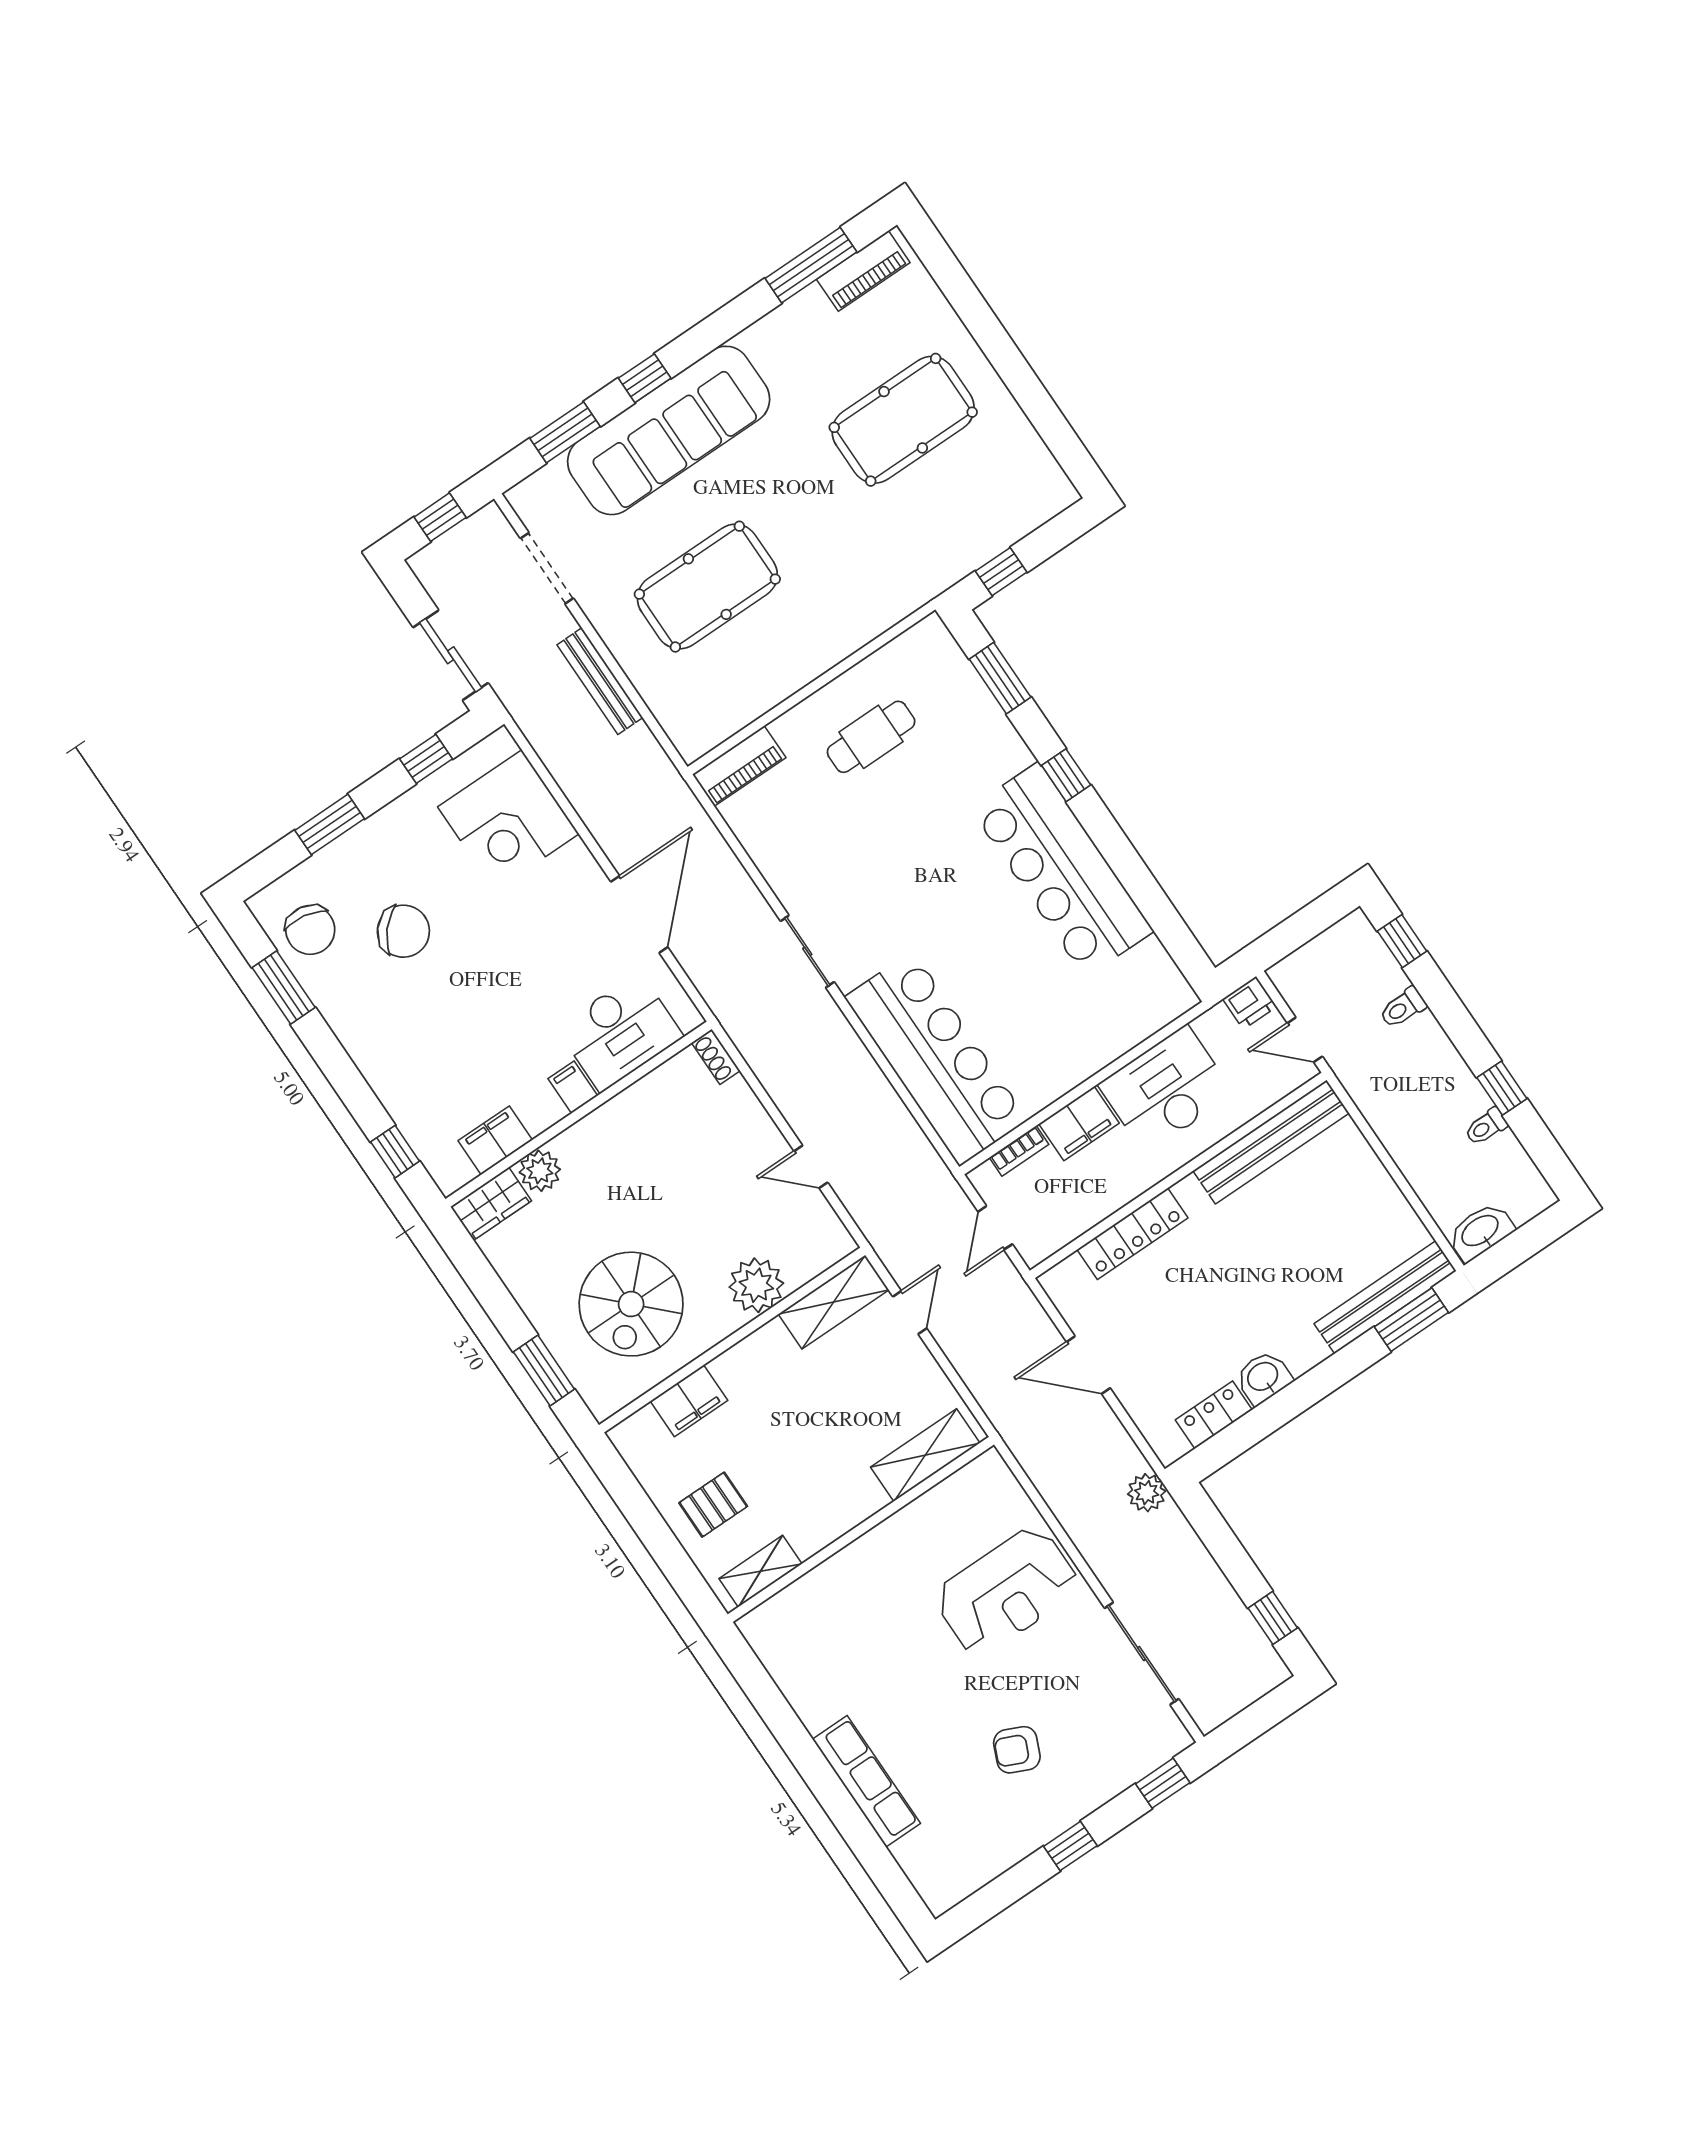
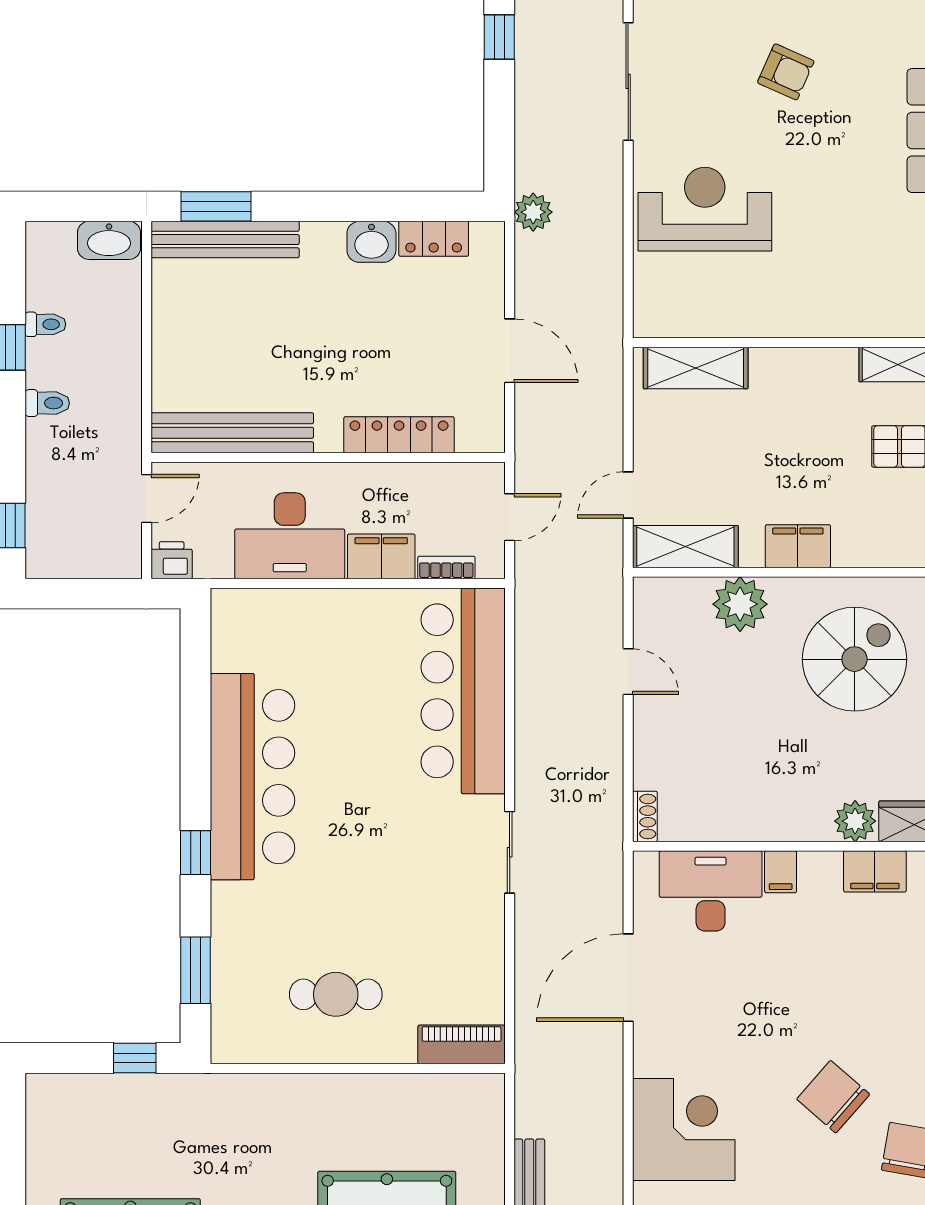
toilet: (1403, 1008) -> (47, 403), moved
door: (1305, 1040) -> (147, 499), hinge flipped
filing cabinet: (689, 1401) -> (798, 546), moved

